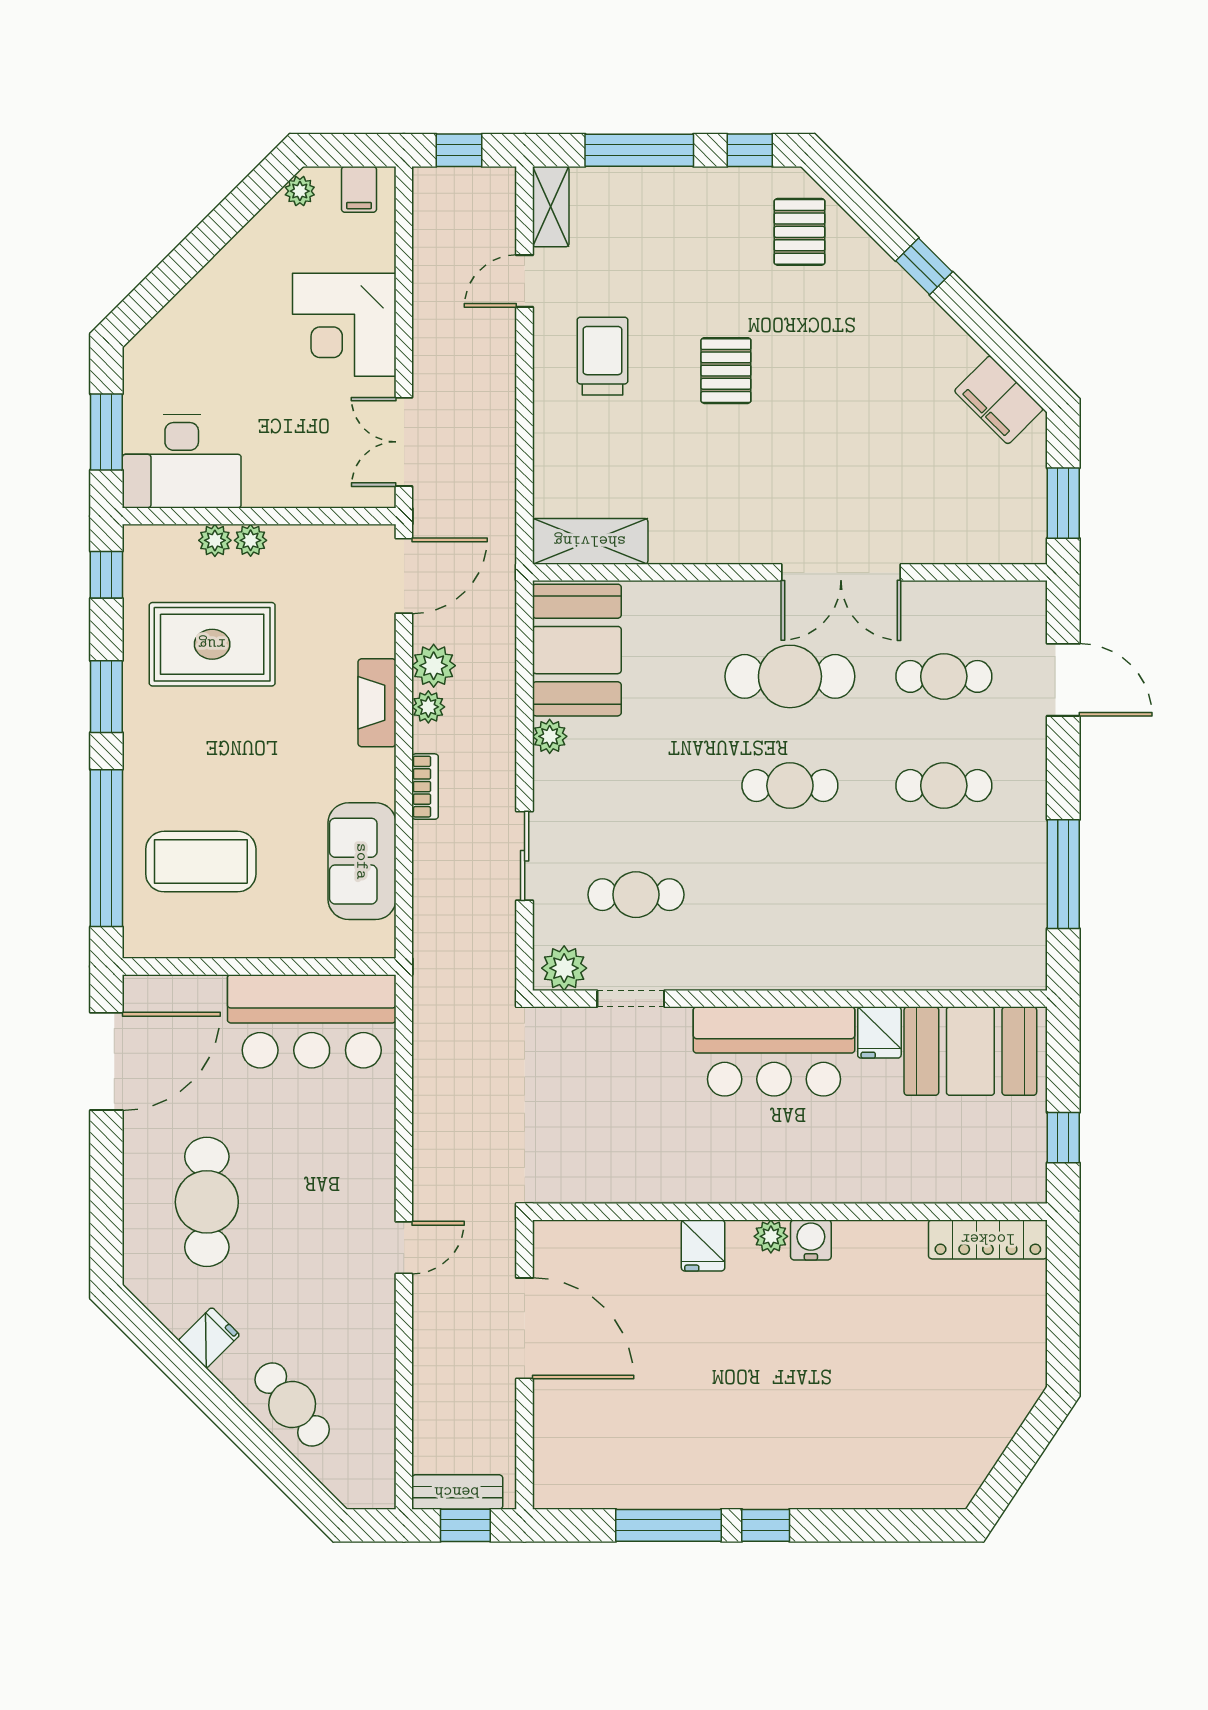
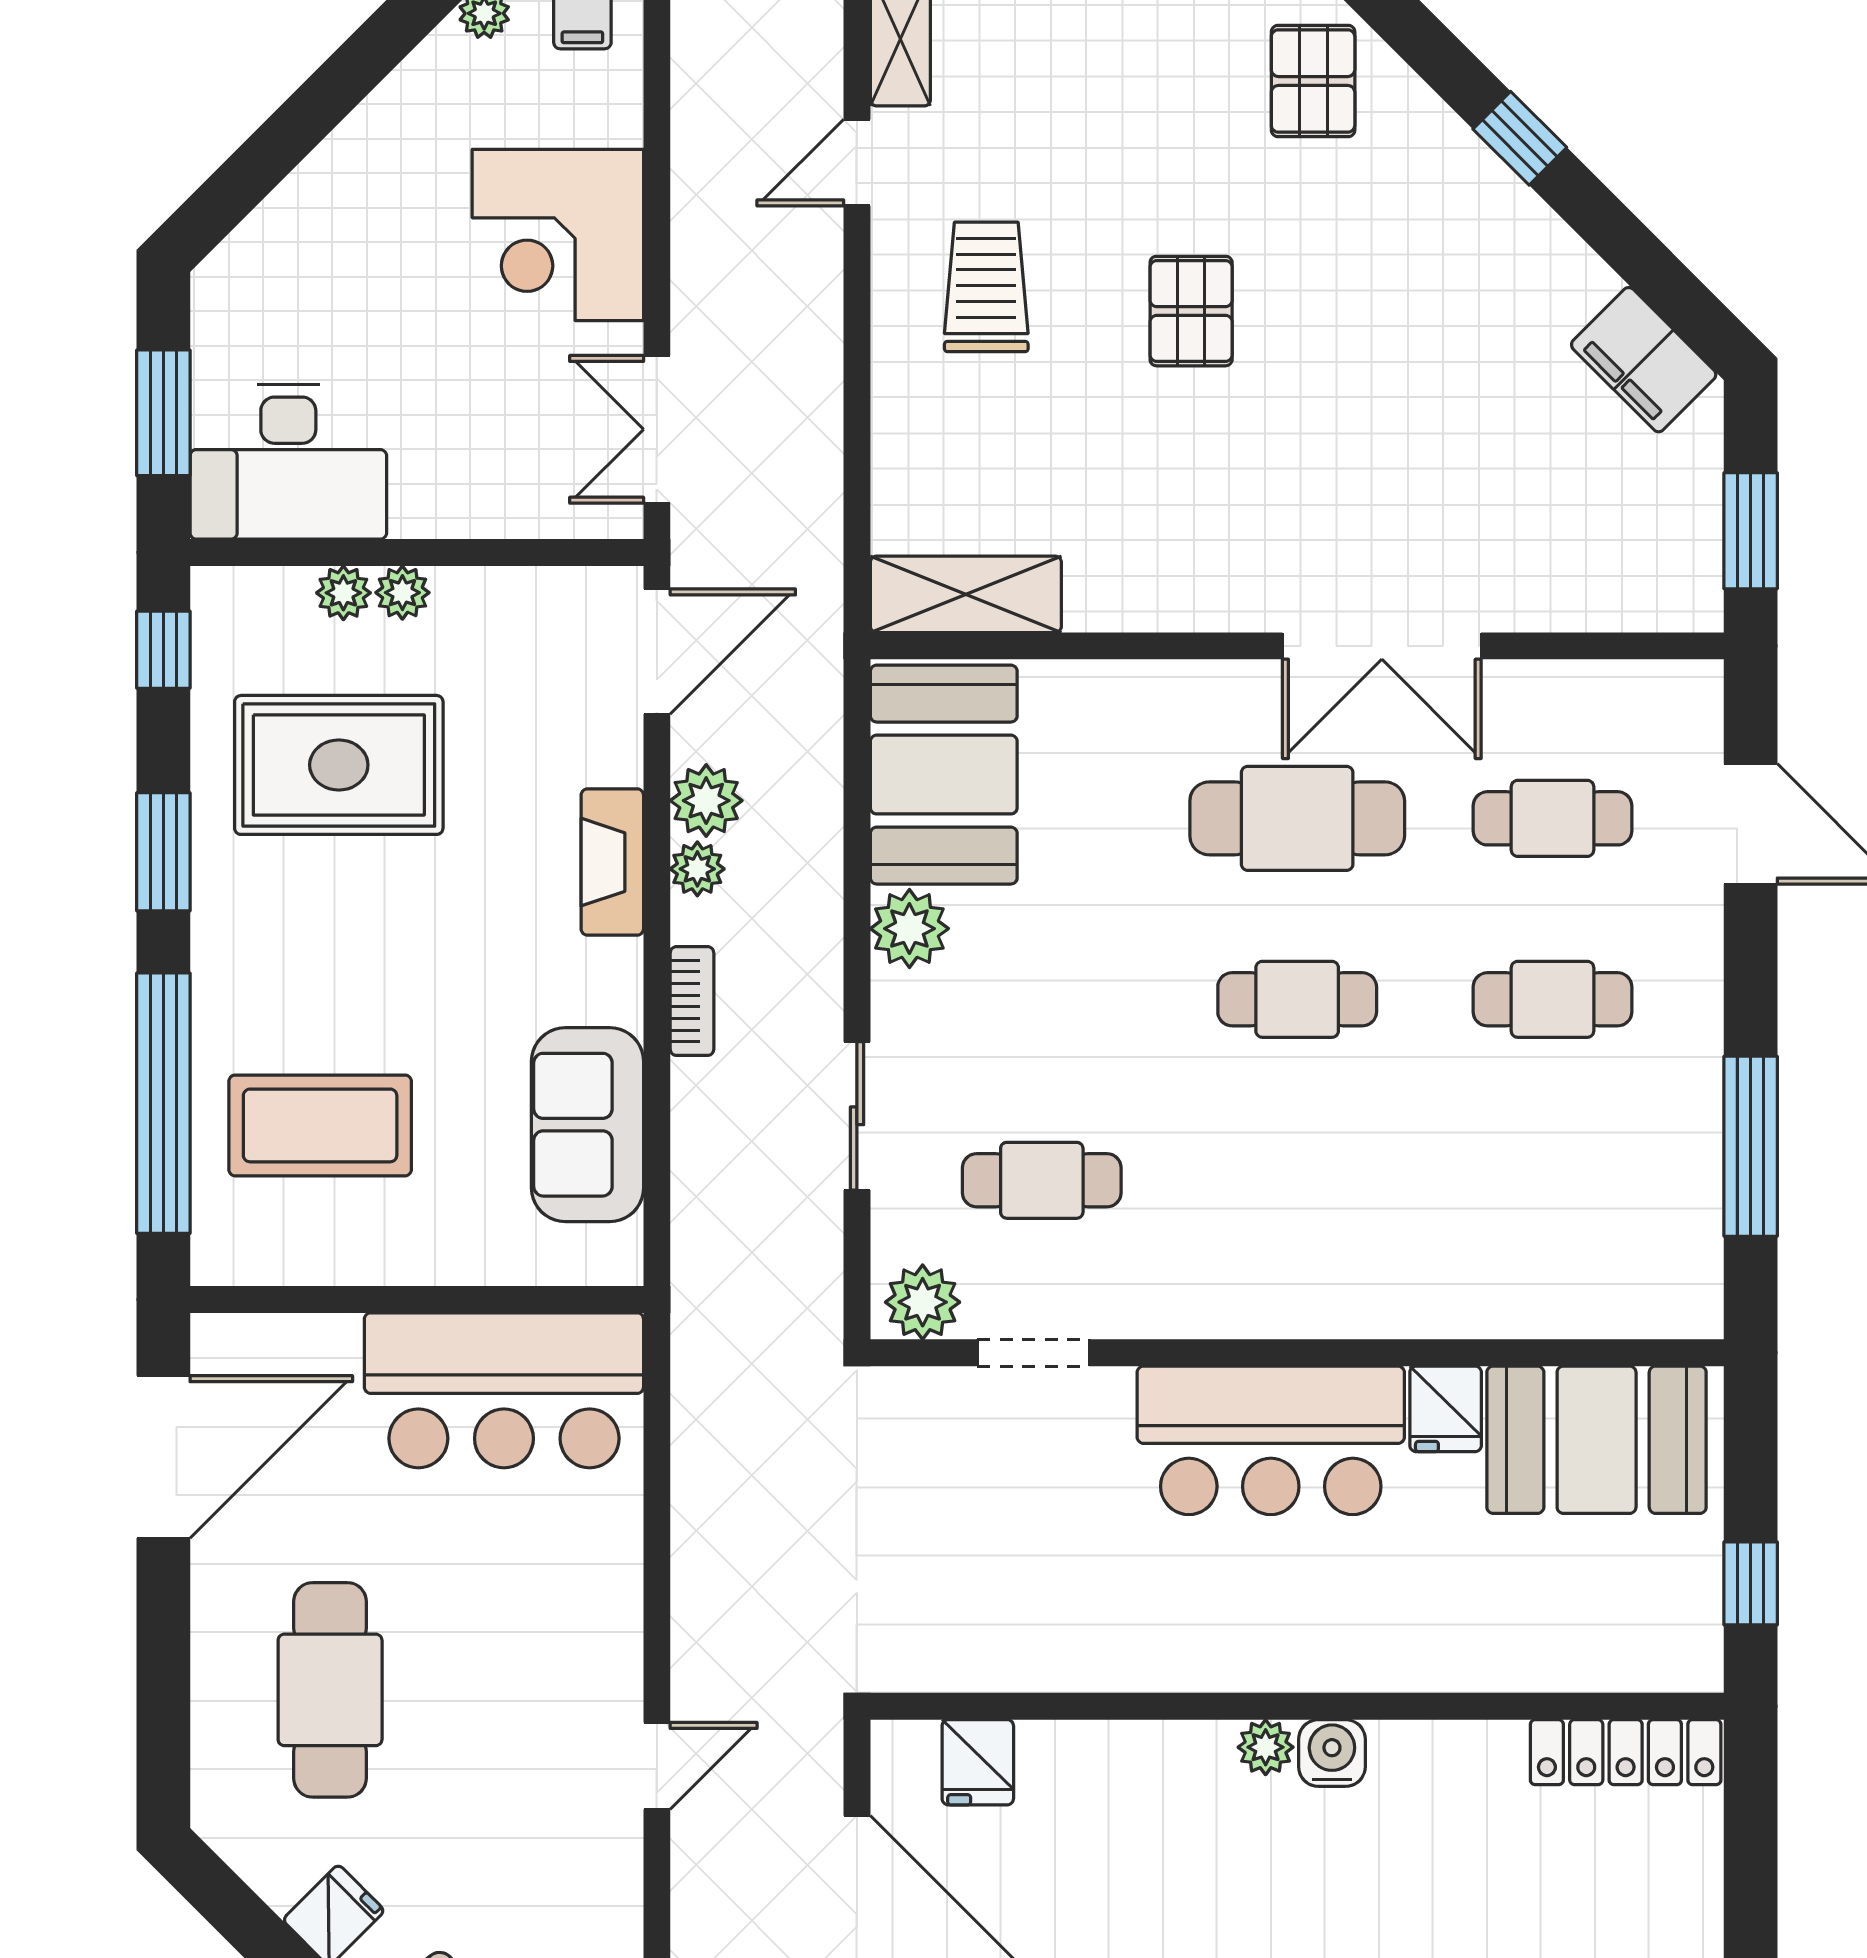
plant: (550, 736) -> (909, 929), width x1.38, depth x1.38
fridge: (703, 1245) -> (978, 1762), moved

